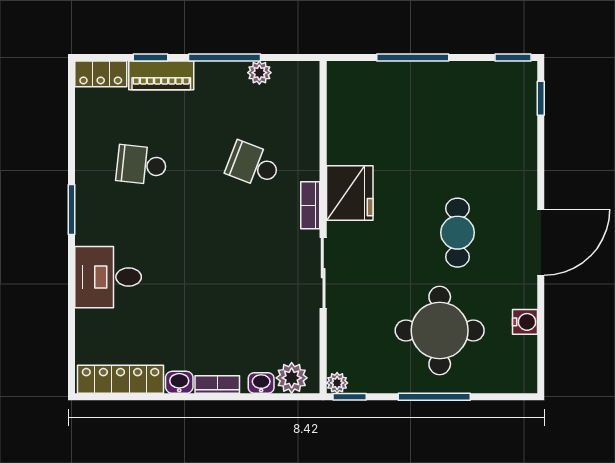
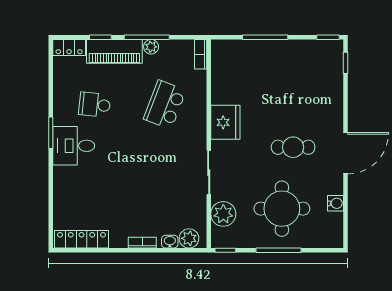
plant: (259, 73) -> (151, 47), moved
piano: (161, 75) -> (114, 51), width x1.37, depth x1.33
school desk: (253, 165) -> (165, 105), width x1.85
bookcase: (310, 205) -> (201, 54), moved
cafe table: (458, 233) -> (293, 147), turned 90
desk: (108, 277) -> (74, 146), moved
washbasin: (179, 382) -> (118, 241), removed
plant: (337, 383) -> (223, 214), moved, width x1.87, depth x1.87

